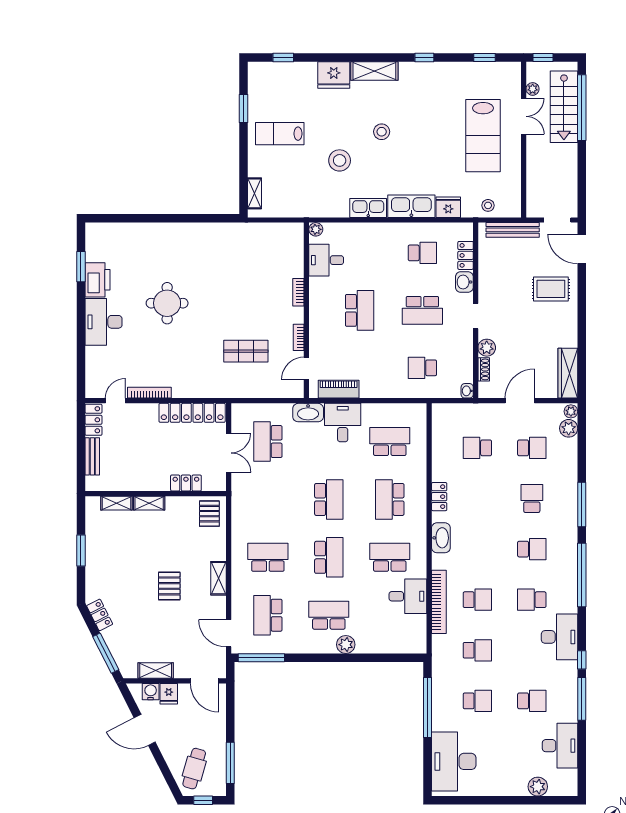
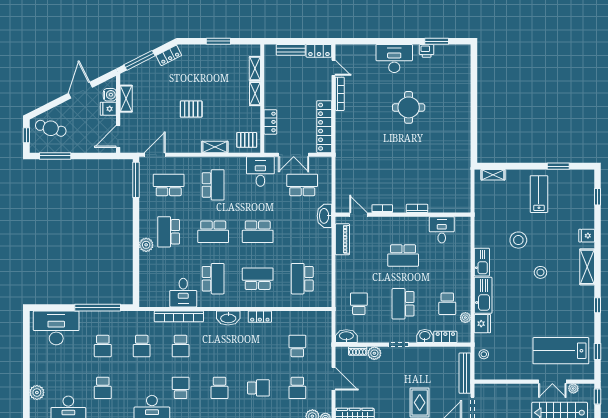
fridge: (334, 75) -> (587, 236), width x0.53, depth x0.75
lab bench: (483, 136) -> (561, 351), moved
plant: (316, 229) -> (465, 318), moved
printer: (98, 280) -> (427, 51), width x0.53, depth x0.68
shop shelf: (246, 351) -> (372, 168), removed
washbasin: (467, 391) -> (346, 336), width x1.91, depth x1.45
desk: (343, 423) -> (260, 172), moved, turned -90
school desk: (390, 442) -> (302, 279), turned 180
shelving: (218, 578) -> (215, 147), moved
school desk: (329, 615) -> (169, 232), turned 180

